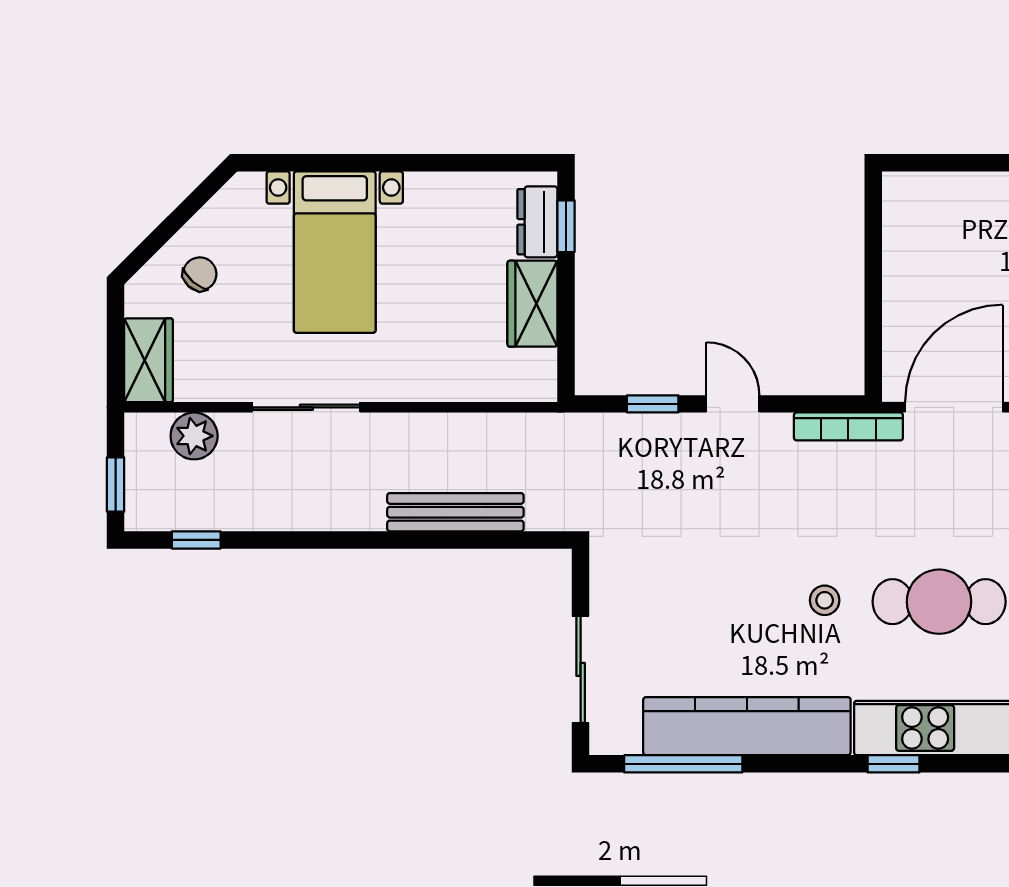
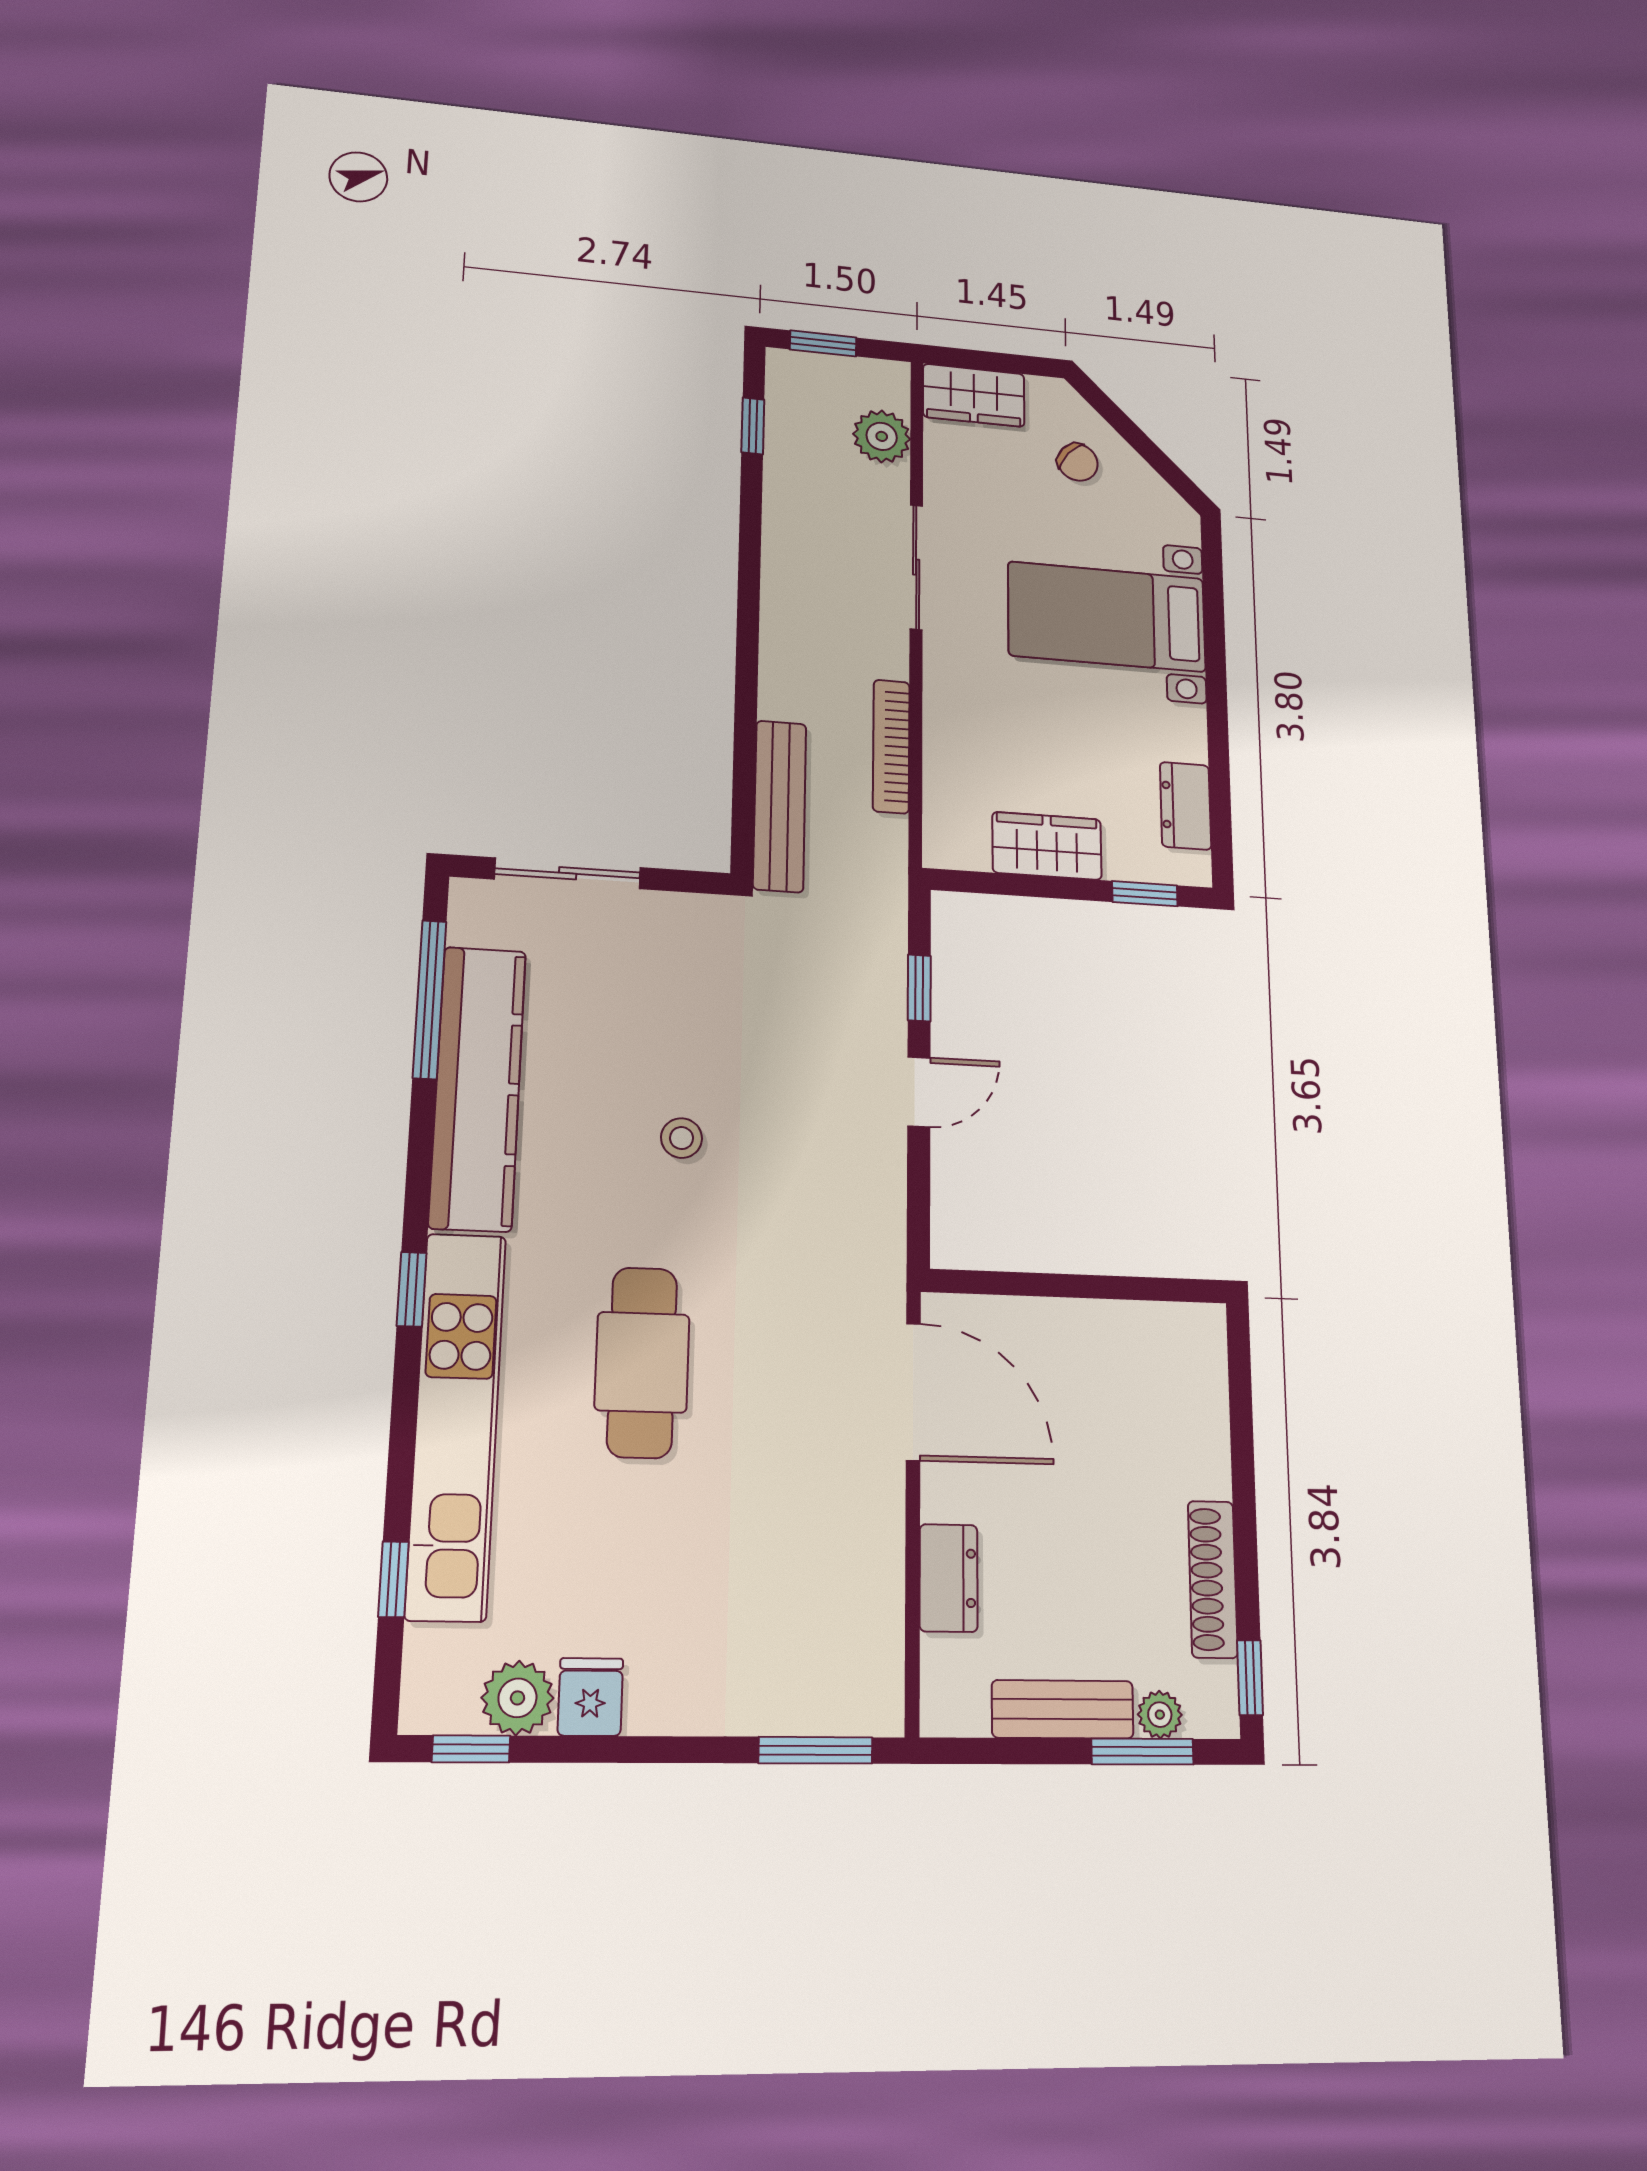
dresser: (537, 222) -> (1186, 806), moved, turned -90
bookcase: (848, 426) -> (891, 746), moved
bench: (455, 512) -> (780, 806), moved
stool: (825, 600) -> (681, 1138), moved

